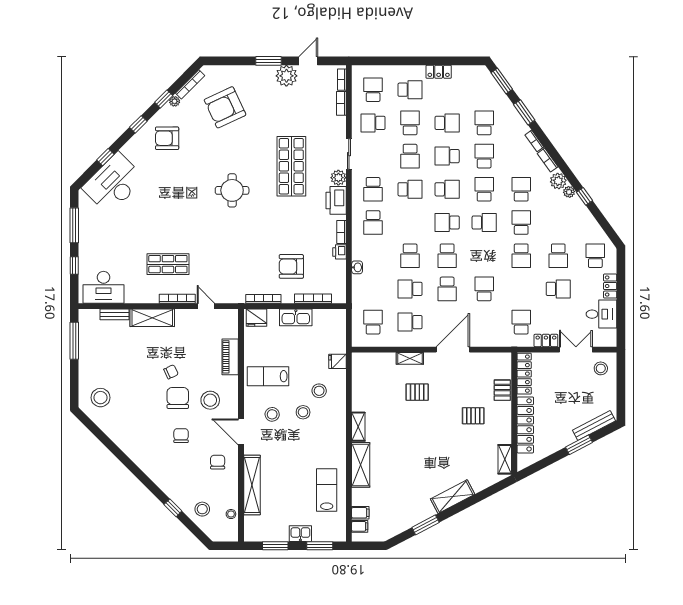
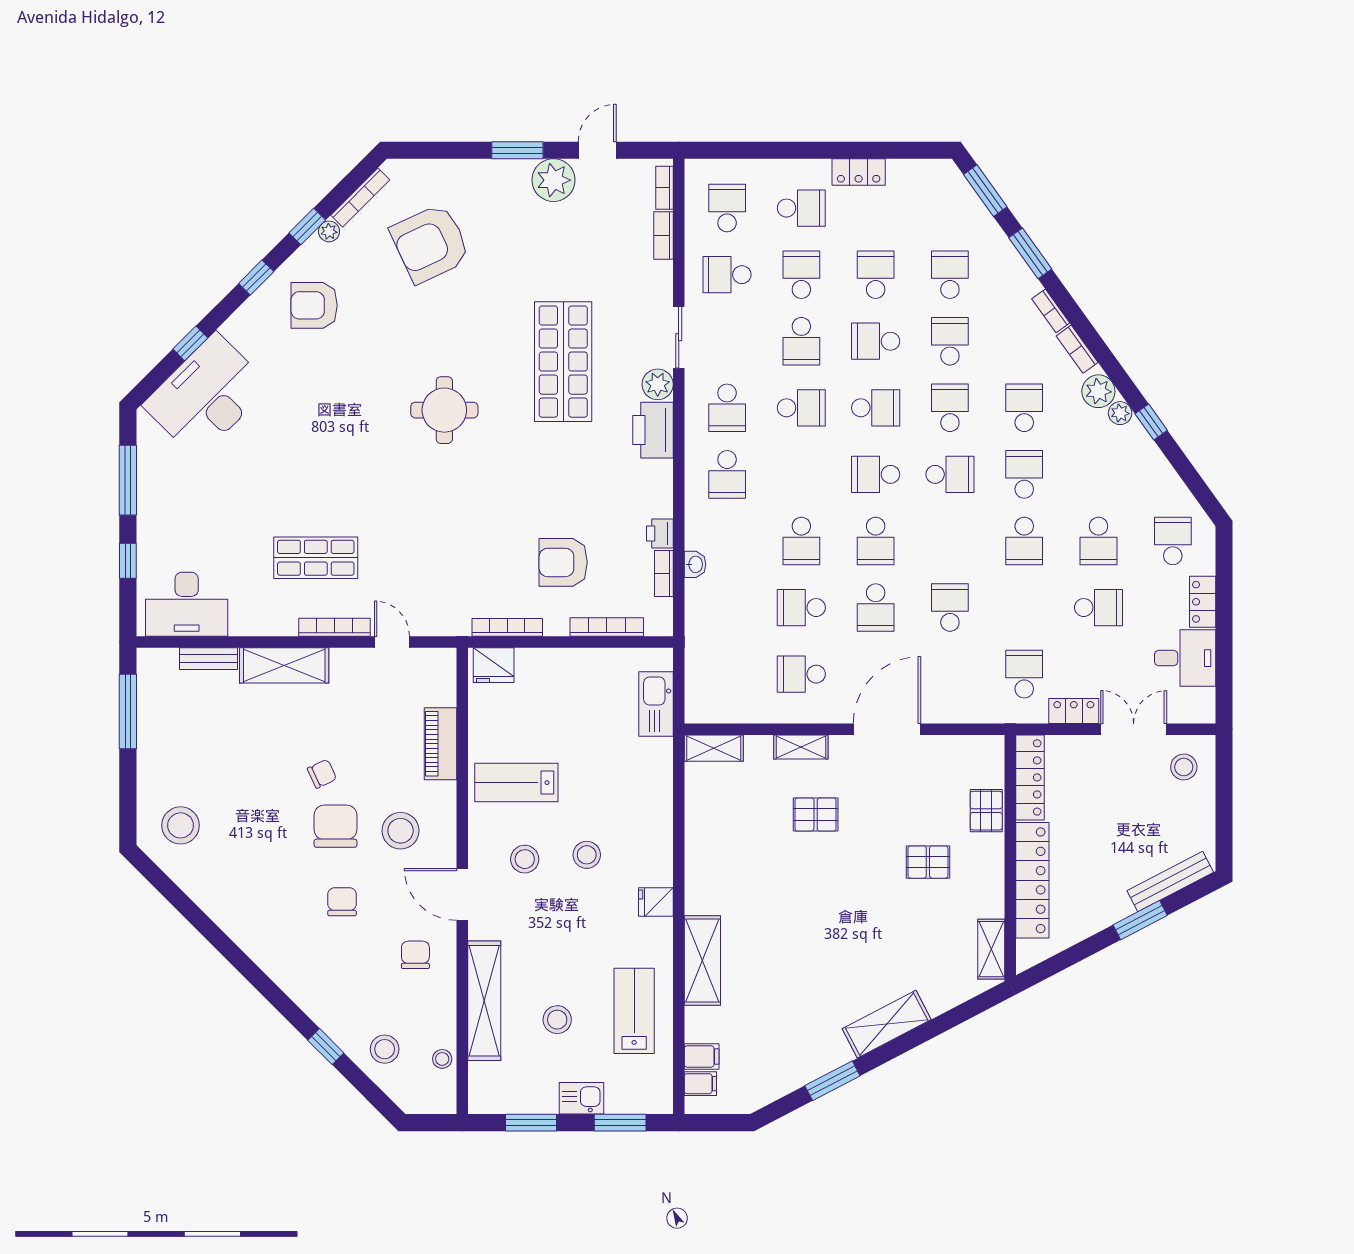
school desk: (447, 123) -> (876, 275), turned -90
bookcase: (341, 232) -> (664, 573), moved
kitchen sink: (296, 317) -> (656, 704), moved, turned 90
school desk: (373, 322) -> (727, 674), removed
fridge: (338, 361) -> (656, 902), moved
stool: (319, 391) -> (557, 1020), moved
shelving: (358, 427) -> (714, 748), moved, turned 90

